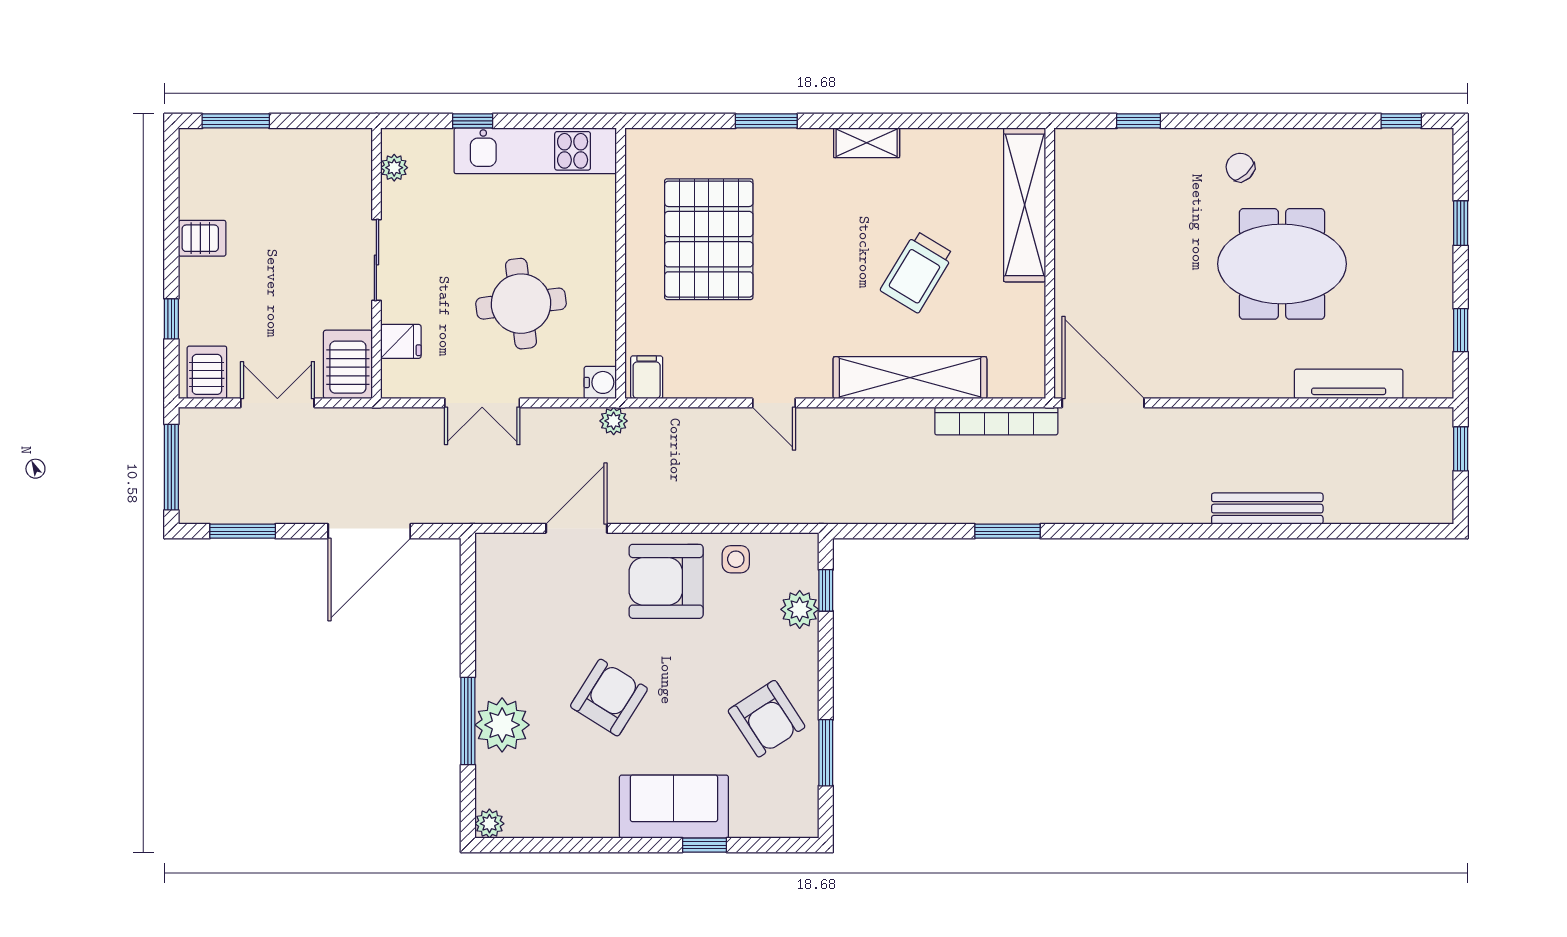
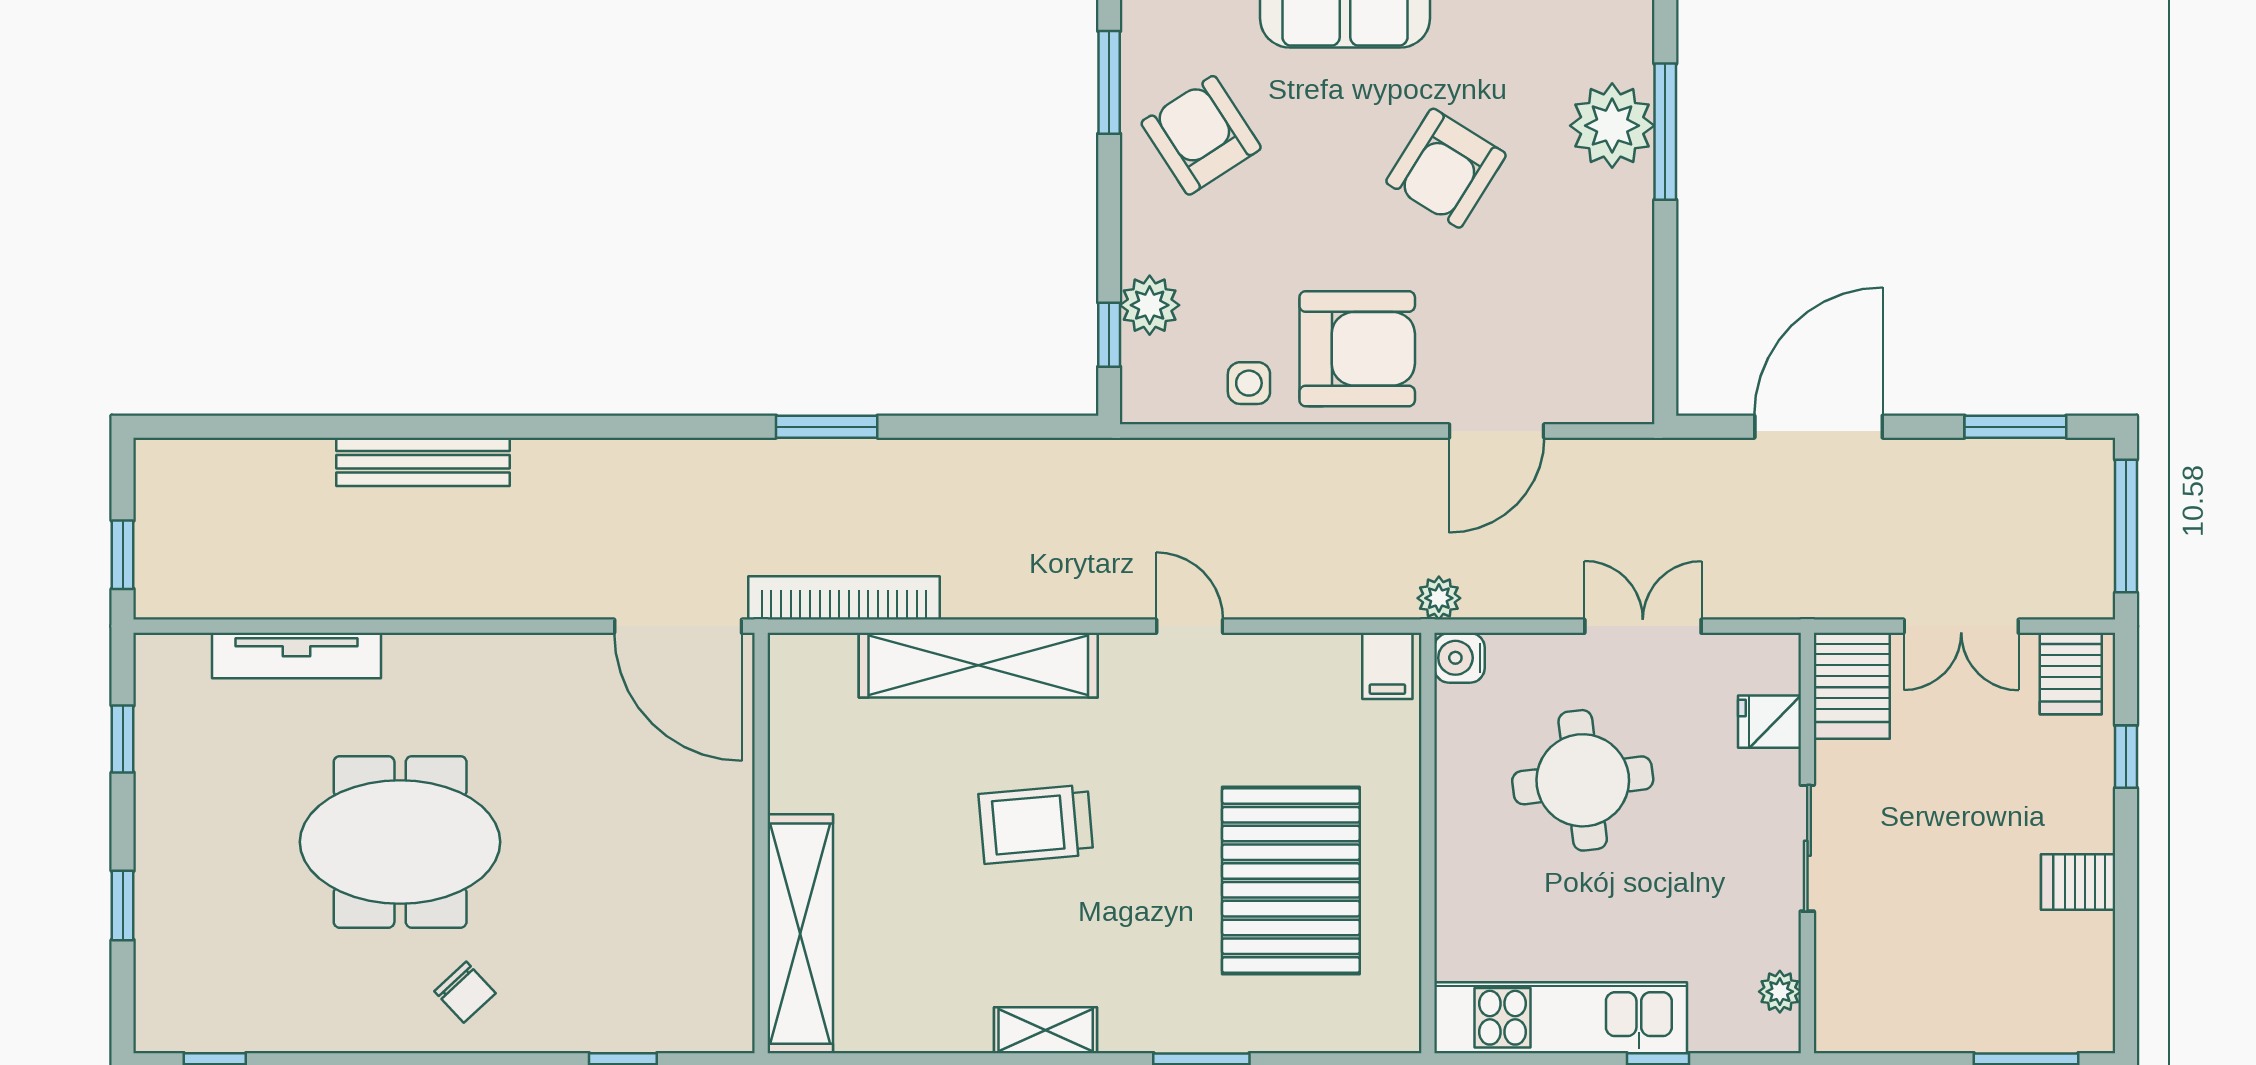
trolley: (917, 272) -> (1036, 824), moved, turned -126

